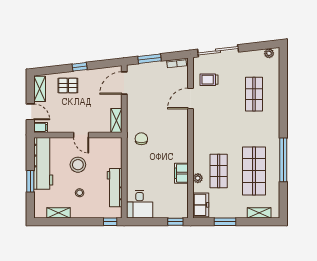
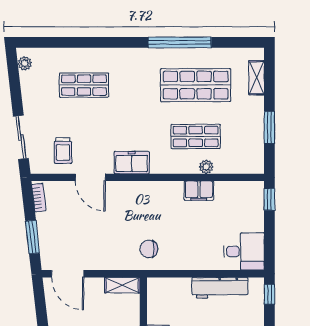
sliding door: (218, 51) -> (21, 137), width x0.73
freezer: (201, 205) -> (132, 163), moved

